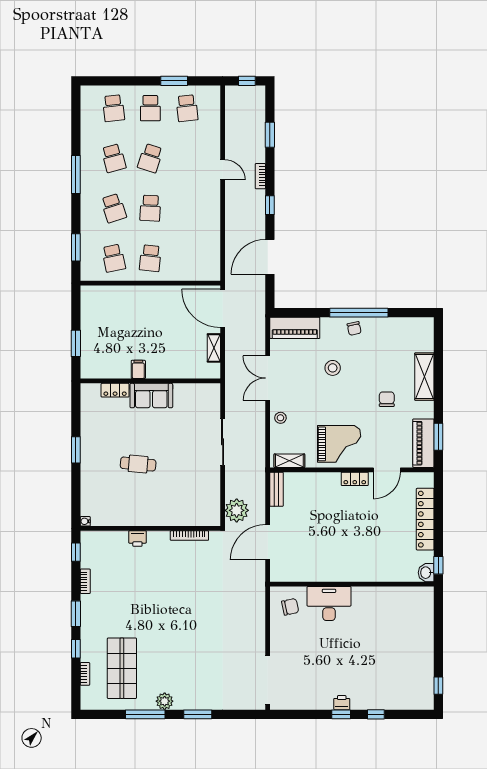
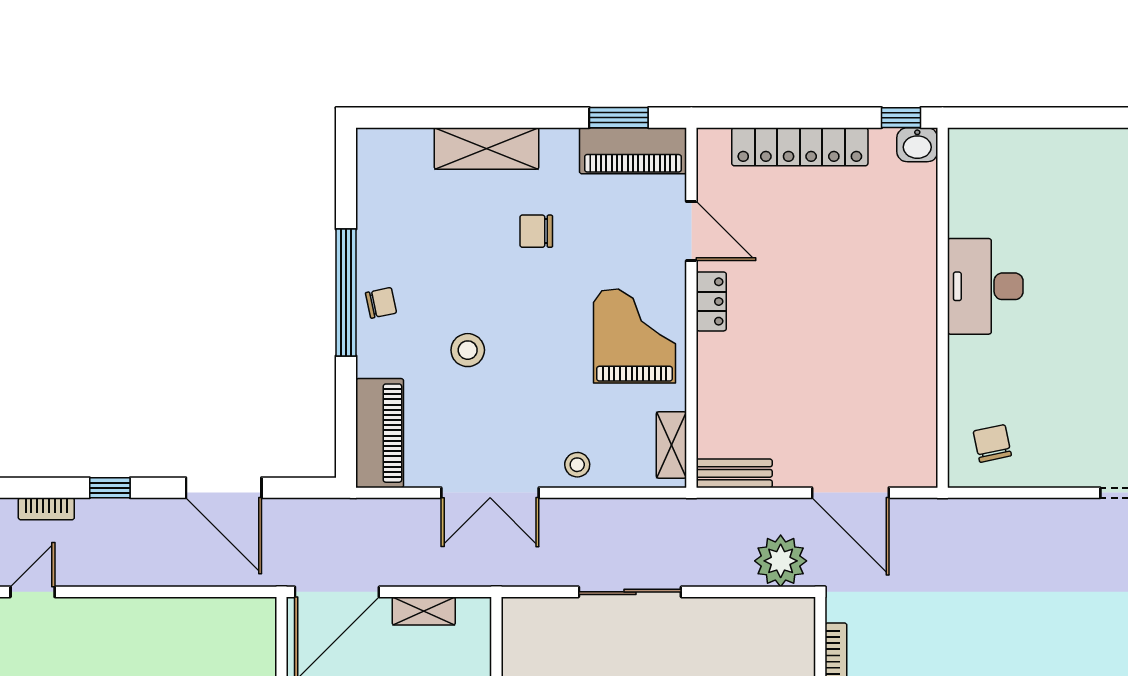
desk: (329, 604) -> (985, 286), moved

